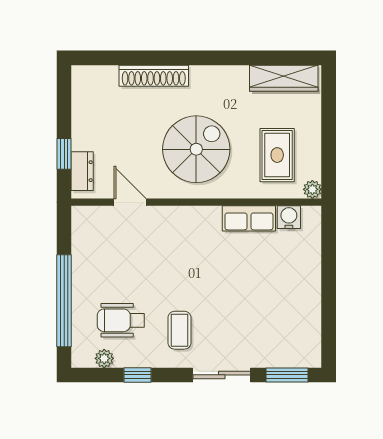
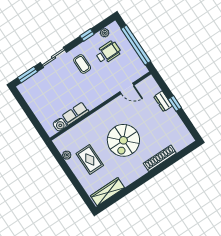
door: (130, 202) -> (127, 88), moved
wall: (196, 202) -> (101, 106), moved
water cooler: (289, 217) -> (60, 125), moved
row of seats: (249, 218) -> (75, 114), moved

